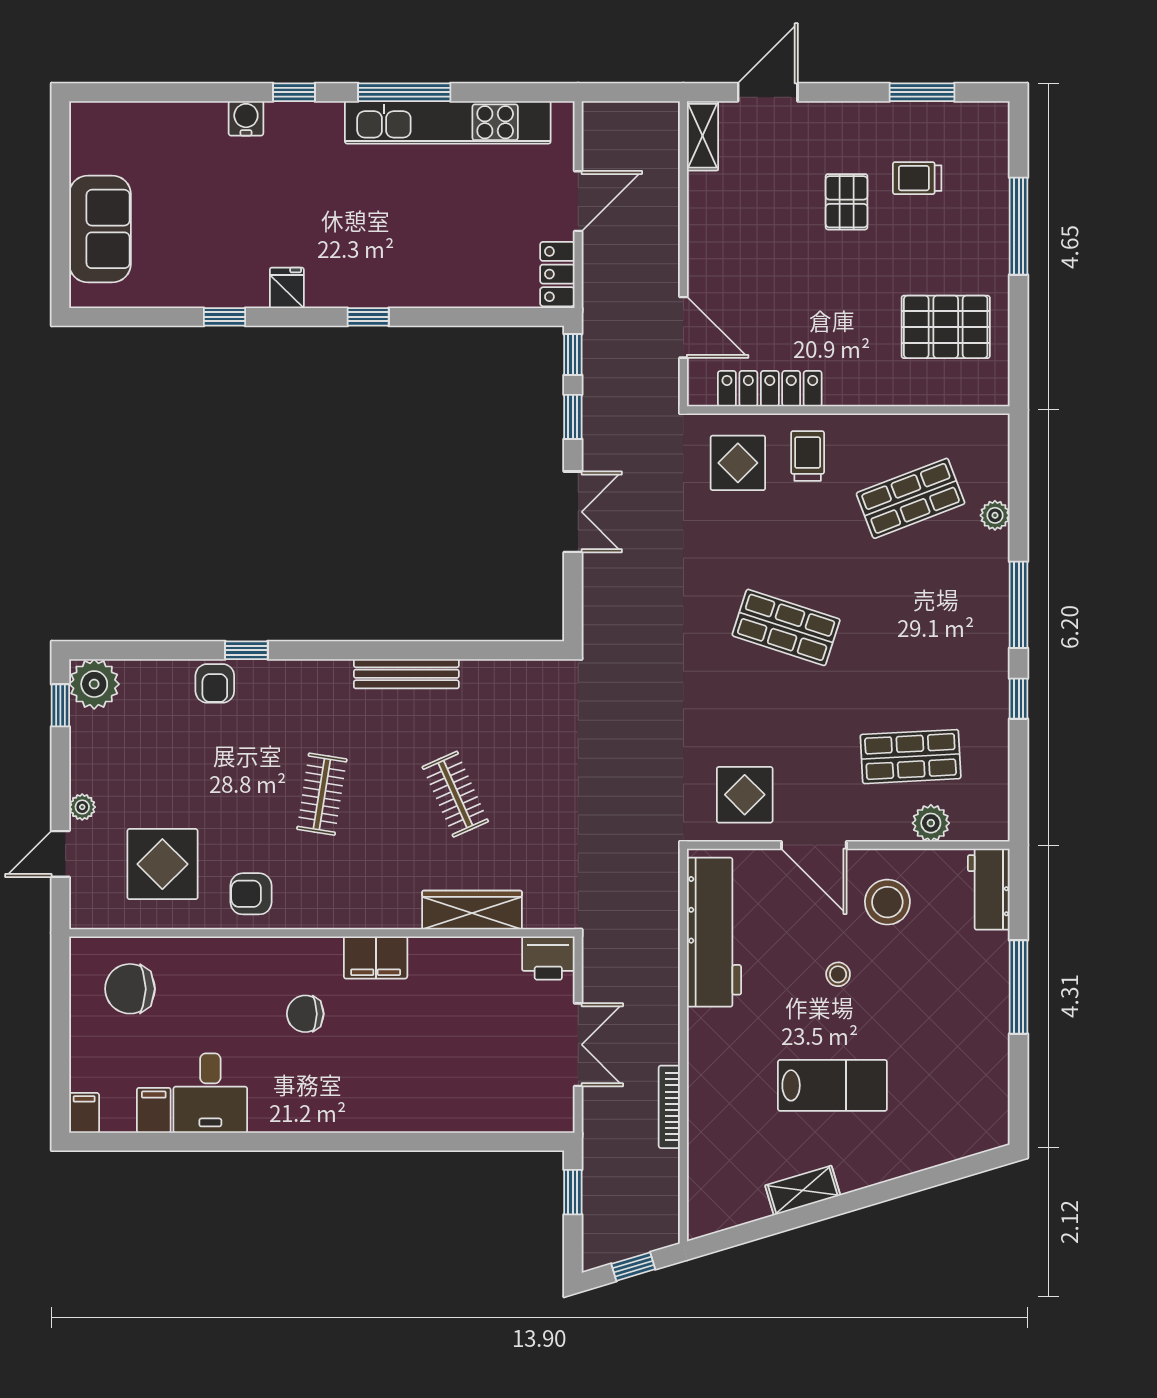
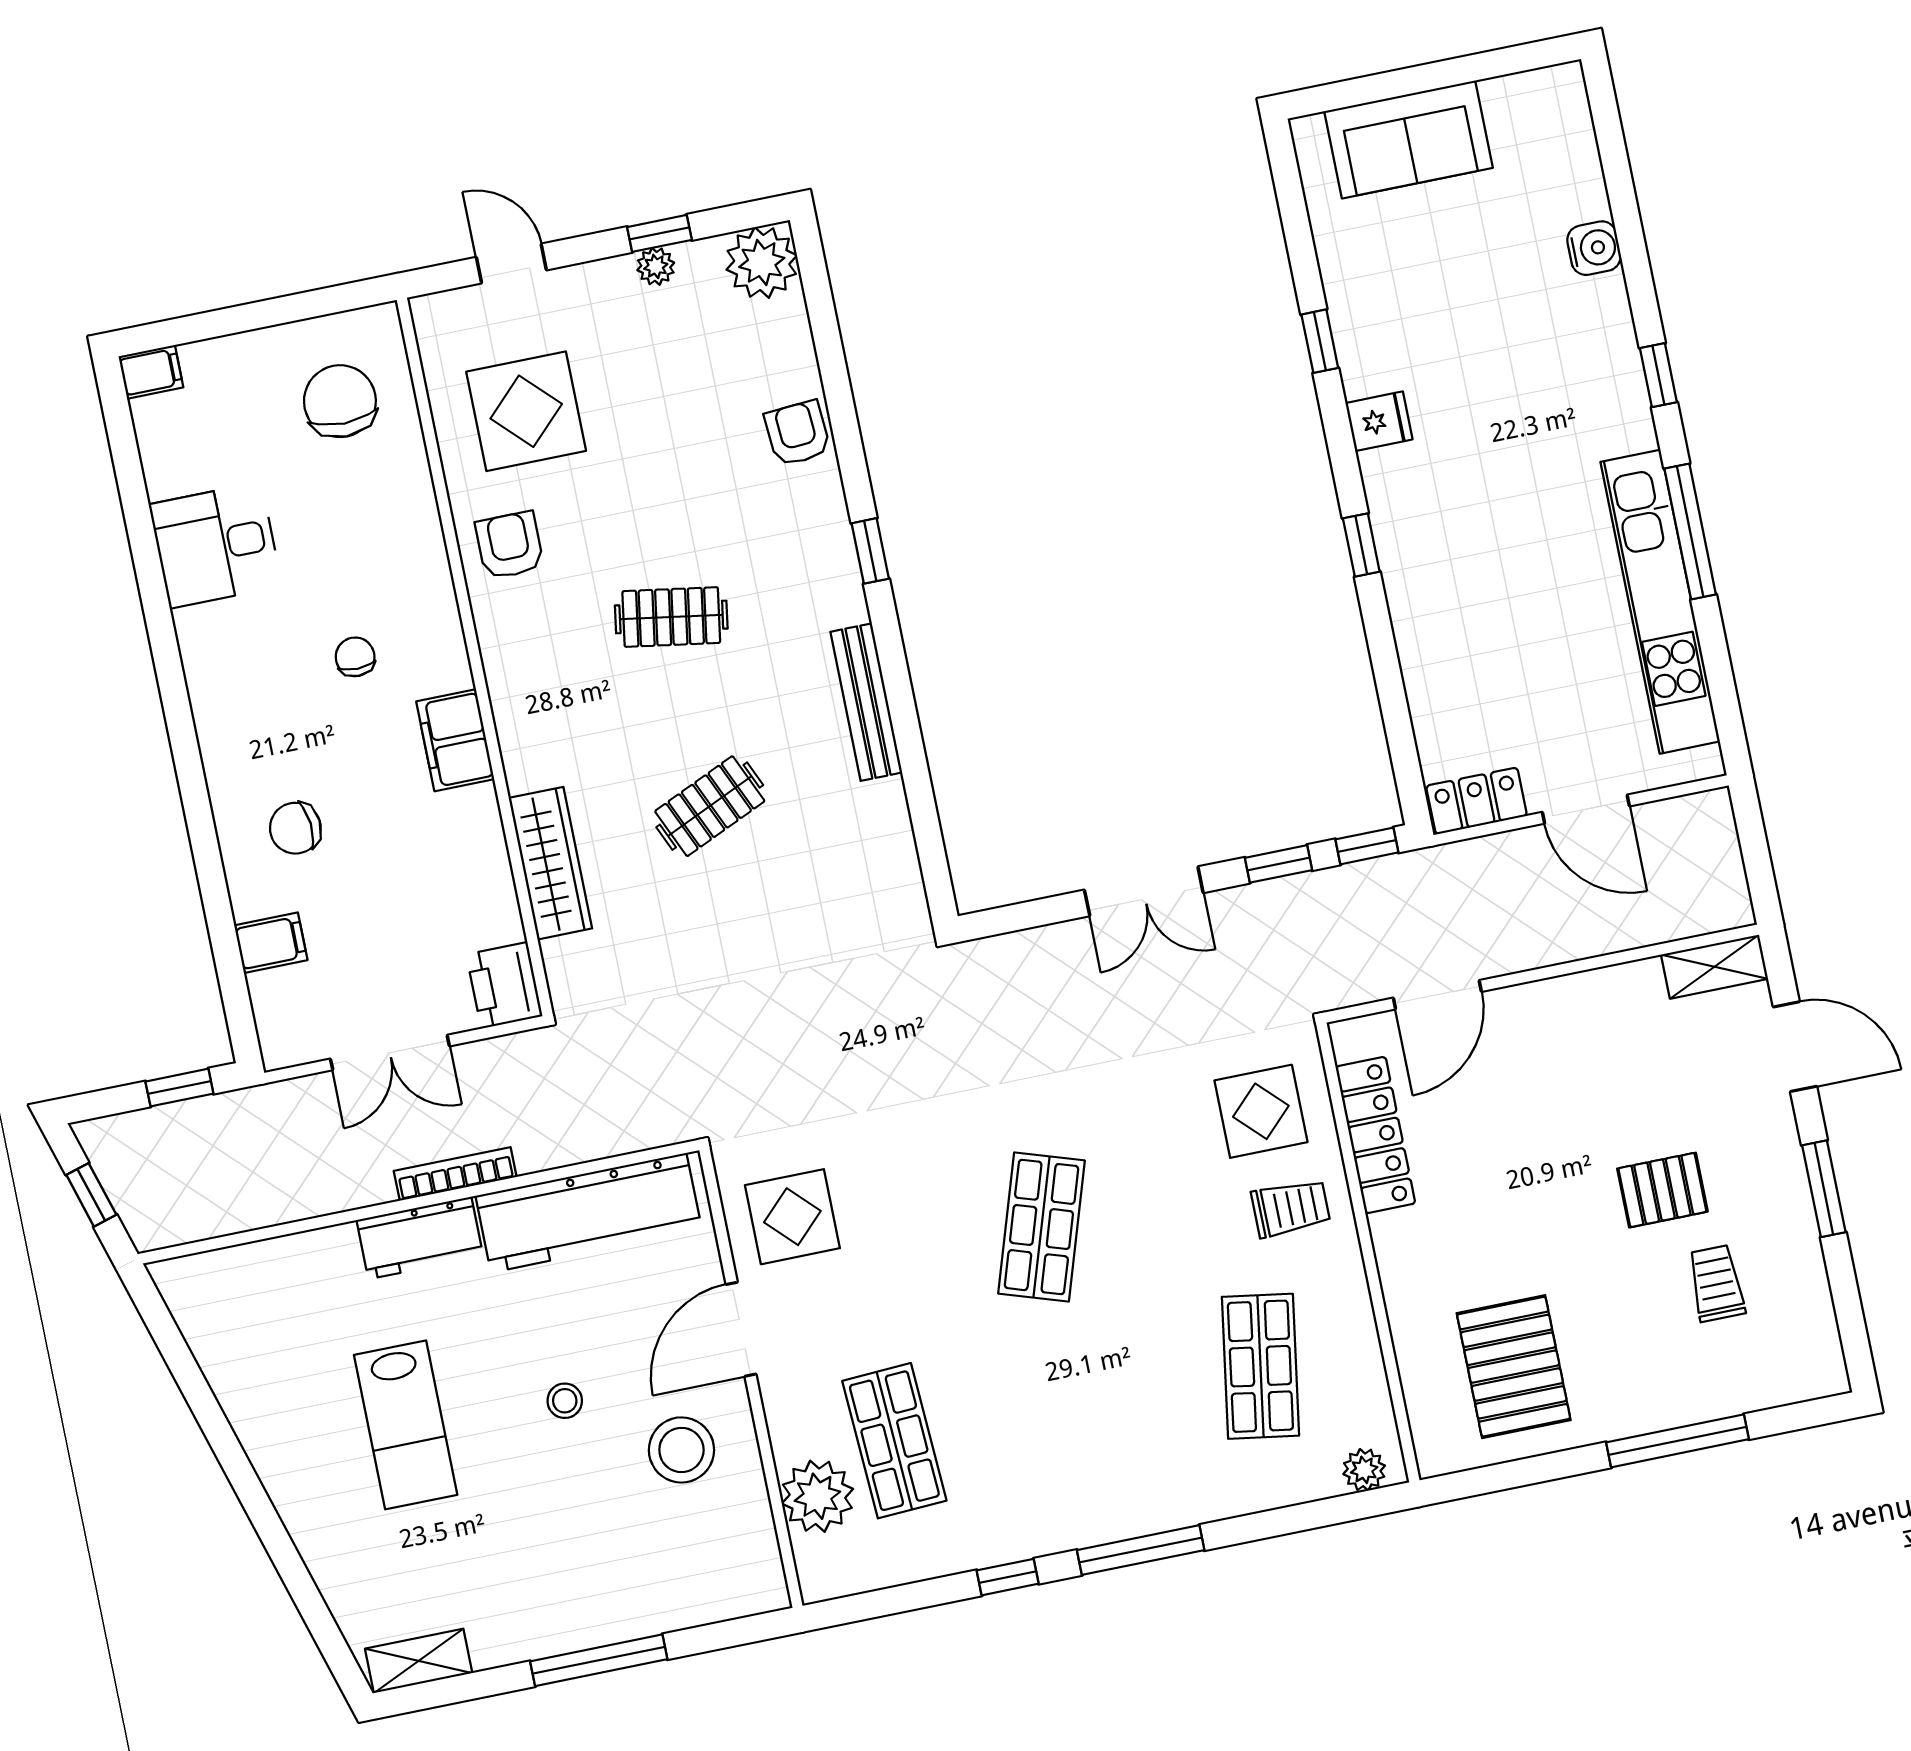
window: (922, 92) -> (1824, 1189), moved
water cooler: (246, 118) -> (1594, 248), moved
shop shelf: (911, 498) -> (1260, 1366), turned 30
plant: (995, 515) -> (1364, 1470), moved
window: (246, 650) -> (870, 551), moved
armchair: (215, 683) -> (797, 433), turned 86
window: (60, 705) -> (659, 233), moved
plant: (82, 807) -> (656, 266), moved
plant: (931, 823) -> (817, 1496), width x1.36, depth x1.36
workbench: (989, 889) -> (420, 1238), moved, turned 180
chair: (305, 1014) -> (355, 657), width x0.73, depth x0.73
chair: (413, 1078) -> (295, 828), added
bookcase: (669, 1107) -> (455, 1174), moved
filing cabinet: (154, 1110) -> (271, 943), moved
shelving: (803, 1190) -> (419, 1661), moved, turned -73

